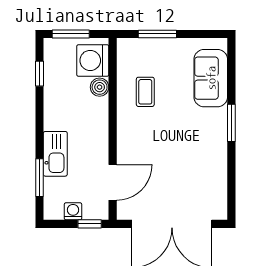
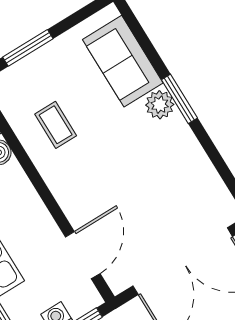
plant: (217, 119) -> (160, 105), added

